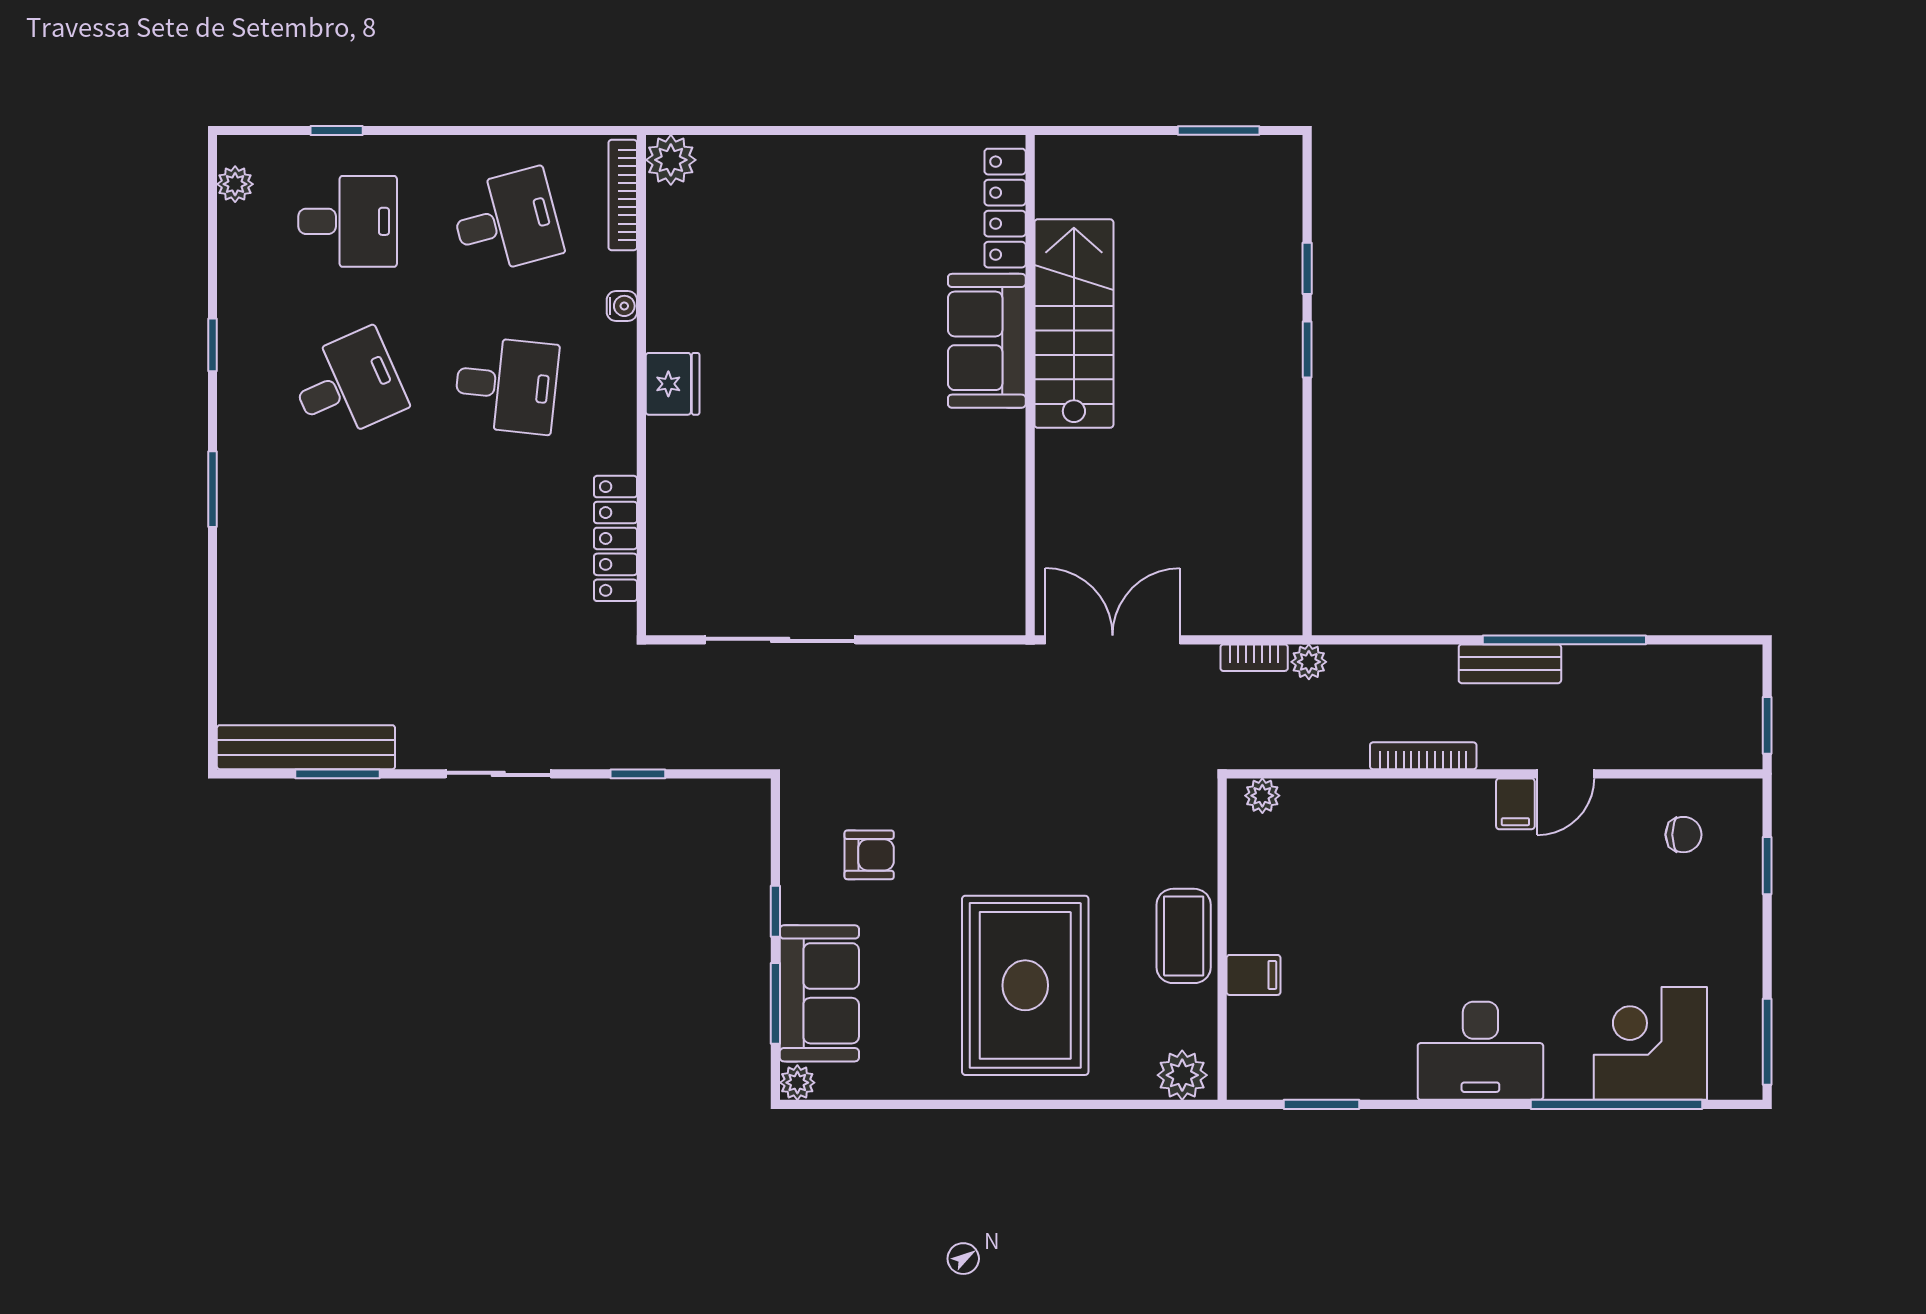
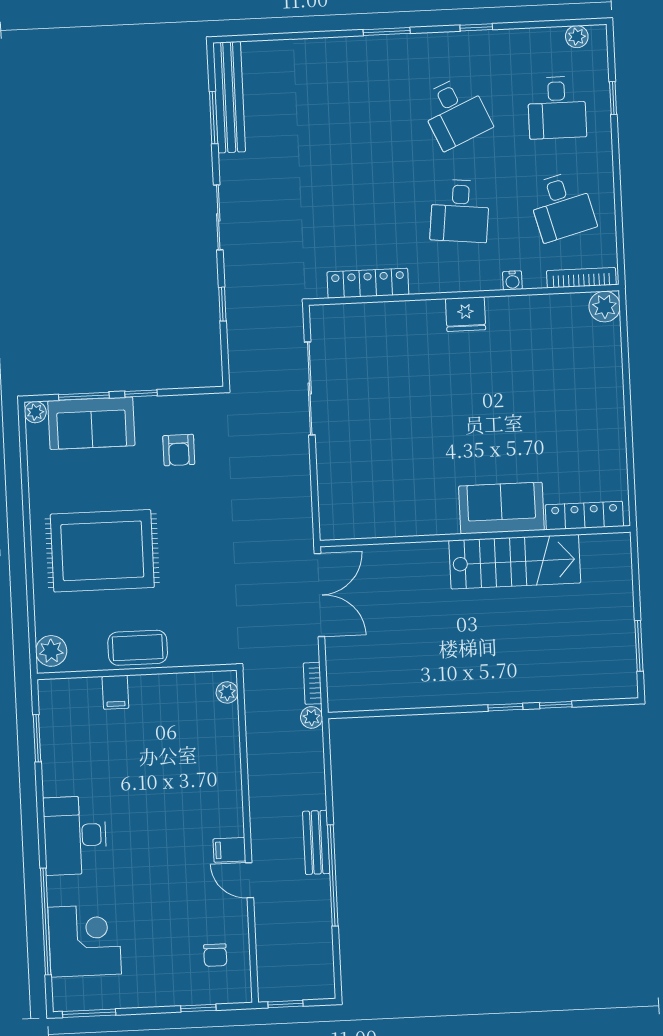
bookcase: (1423, 756) -> (257, 791), removed

